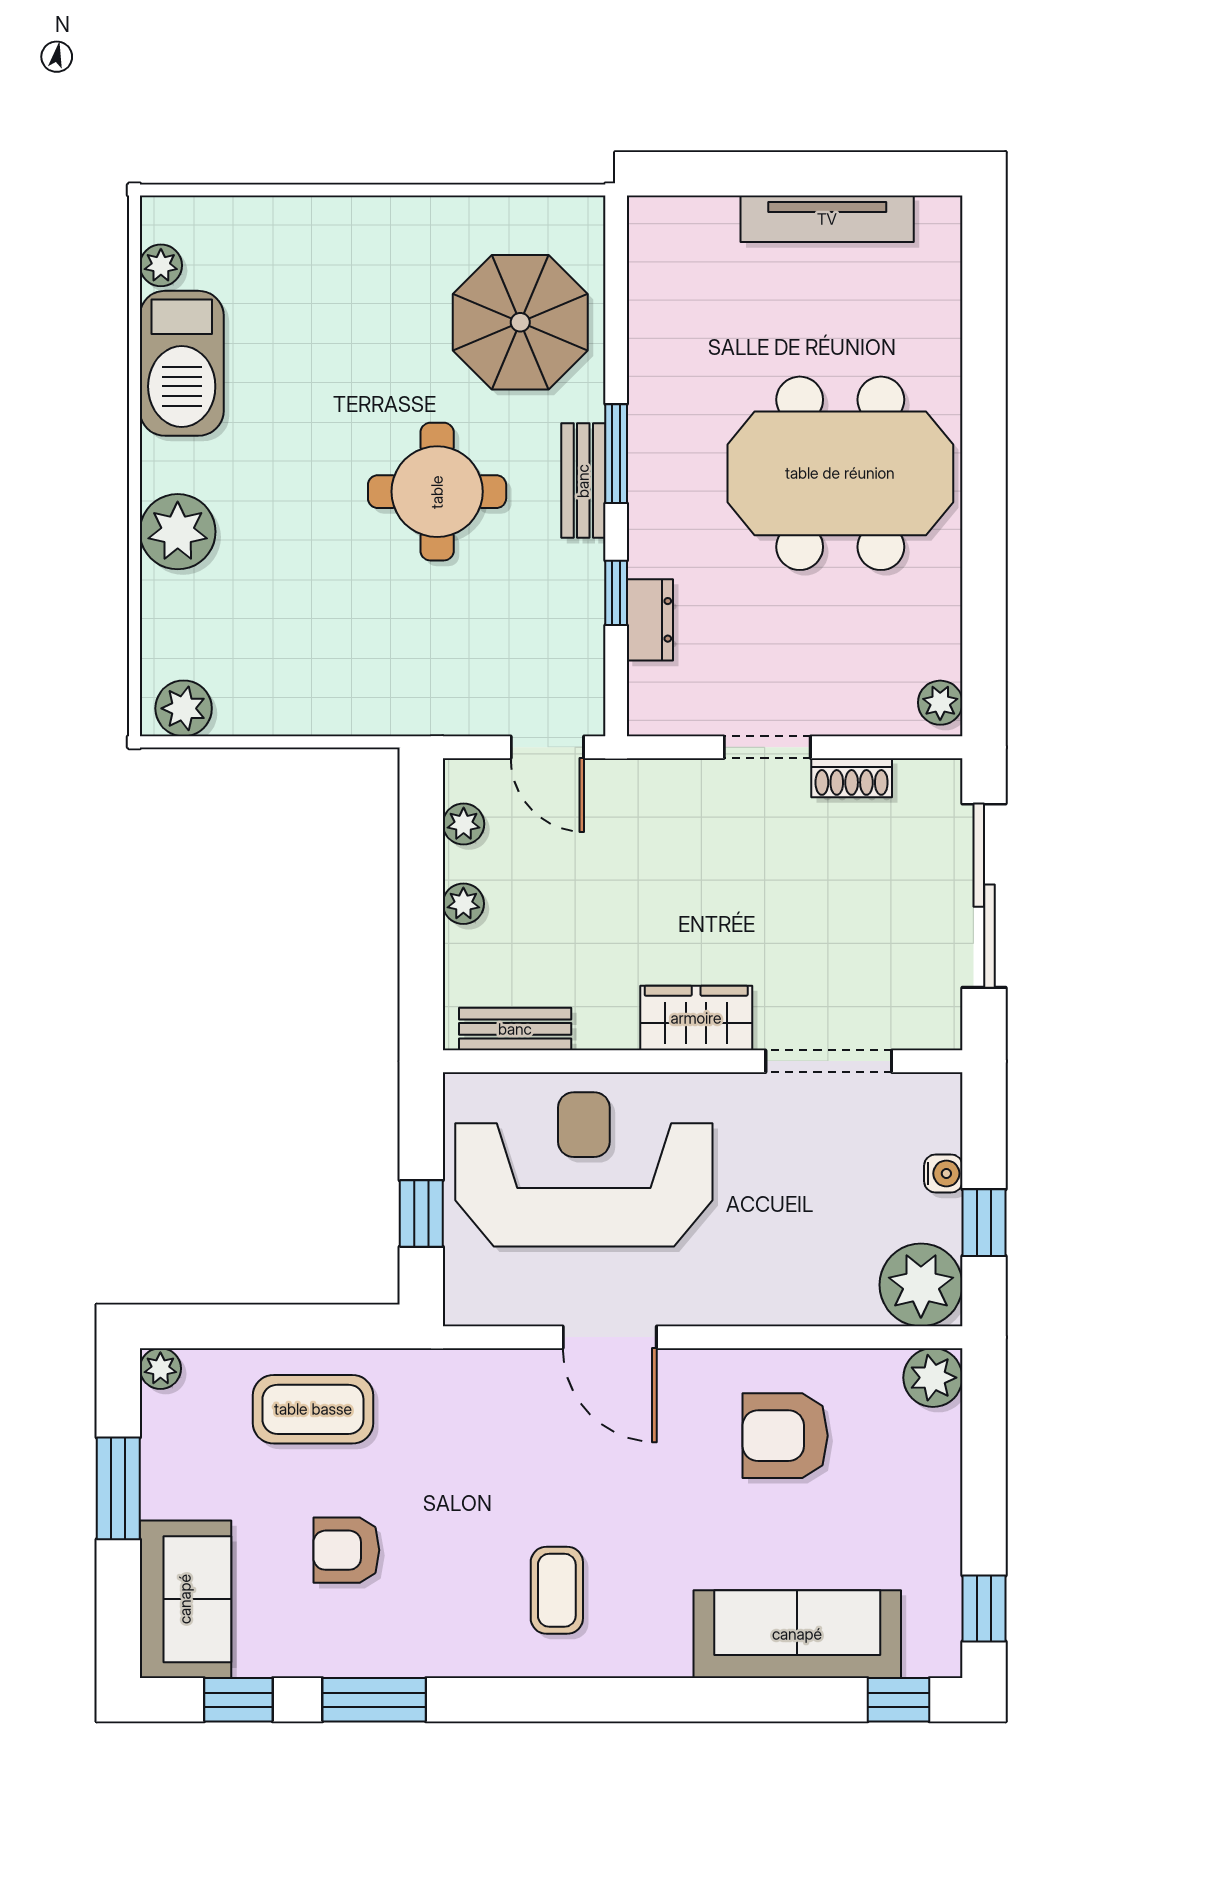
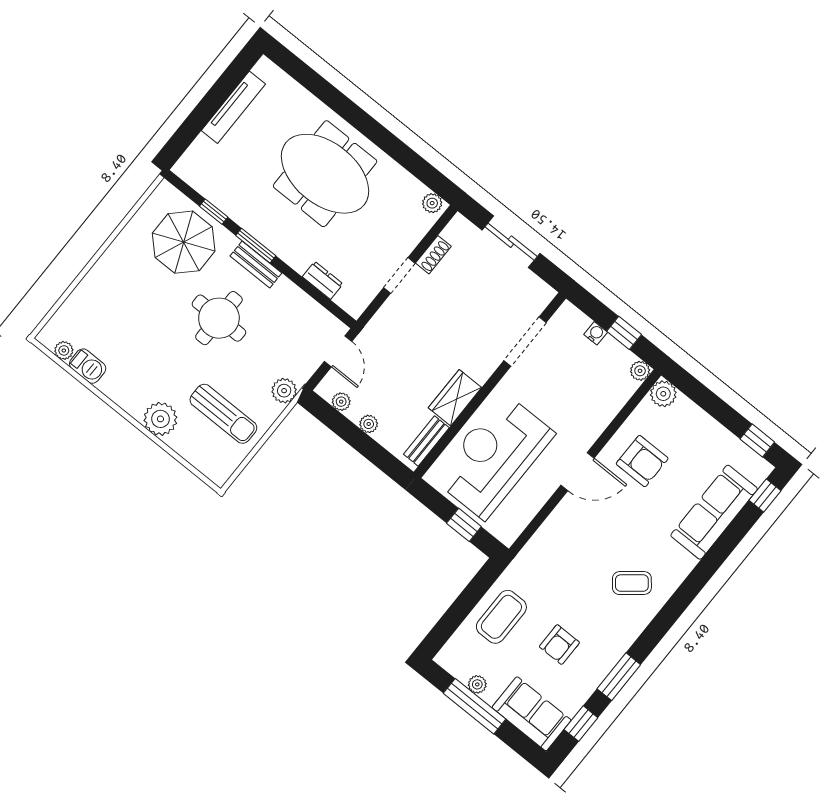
barbecue: (182, 363) -> (88, 366), width x0.53, depth x0.65
meeting table: (840, 473) -> (325, 174), turned 90
window: (616, 593) -> (214, 212), moved
sun lounger: (276, 635) -> (223, 414), added
plant: (184, 708) -> (284, 391), moved
door: (547, 747) -> (338, 351), hinge flipped
sliding door: (984, 896) -> (511, 242), width x0.73
wardrobe: (696, 1018) -> (455, 398), moved
plant: (921, 1285) -> (640, 371), width x0.53, depth x0.53
door: (610, 1337) -> (577, 472), moved
plant: (160, 1369) -> (477, 684), moved
armchair: (785, 1436) -> (642, 461), turned -90
window: (118, 1488) -> (474, 706), width x1.44
coffee table: (557, 1590) -> (632, 583), turned -39

